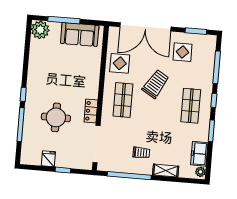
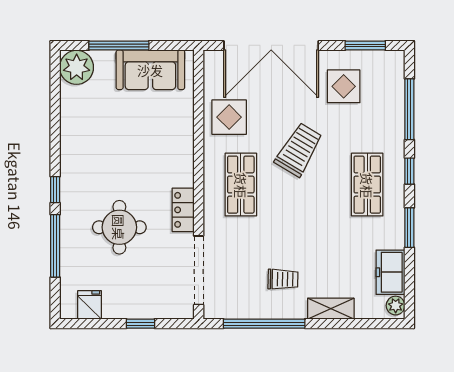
fridge: (48, 159) -> (90, 305), moved

